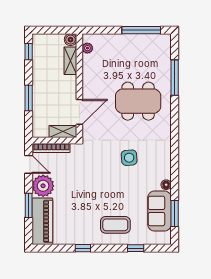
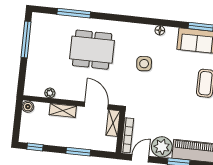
plant: (87, 48) -> (50, 93), moved
shelving: (70, 61) -> (63, 111), moved
dining table: (138, 101) -> (92, 50), turned 90
floor lamp: (166, 185) -> (160, 30), moved

